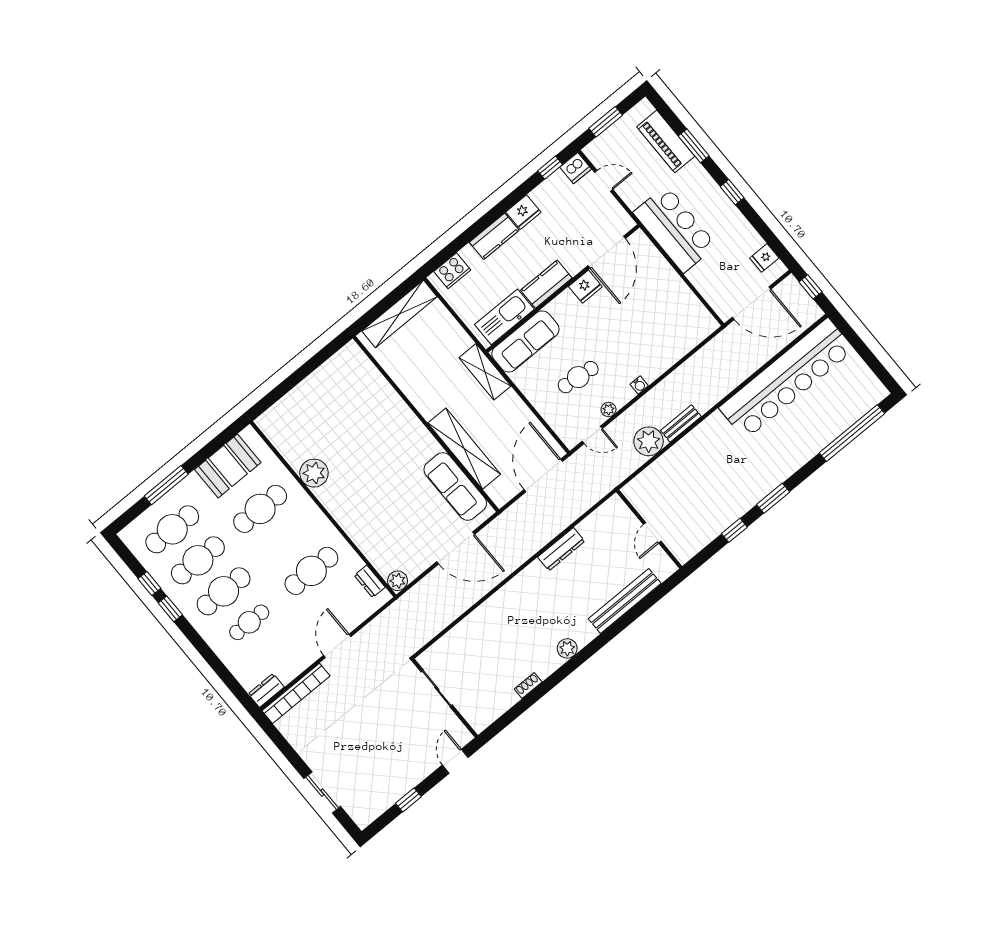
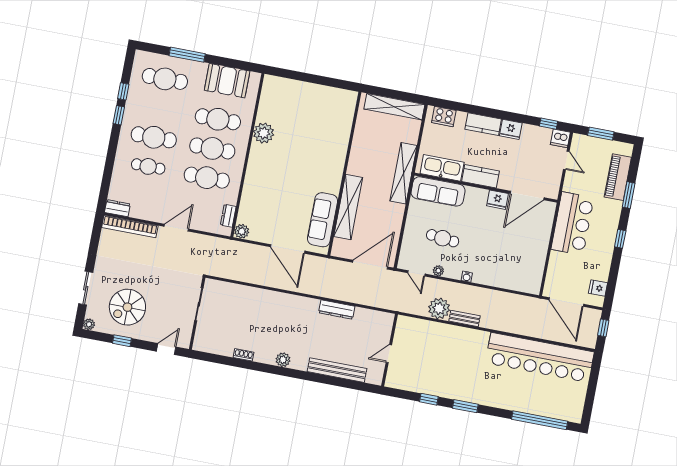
shelving: (485, 372) -> (403, 173), width x1.47
cafe table: (198, 560) -> (212, 148), moved
spiral stairs: (378, 765) -> (127, 307), added
plant: (363, 820) -> (89, 324), added

